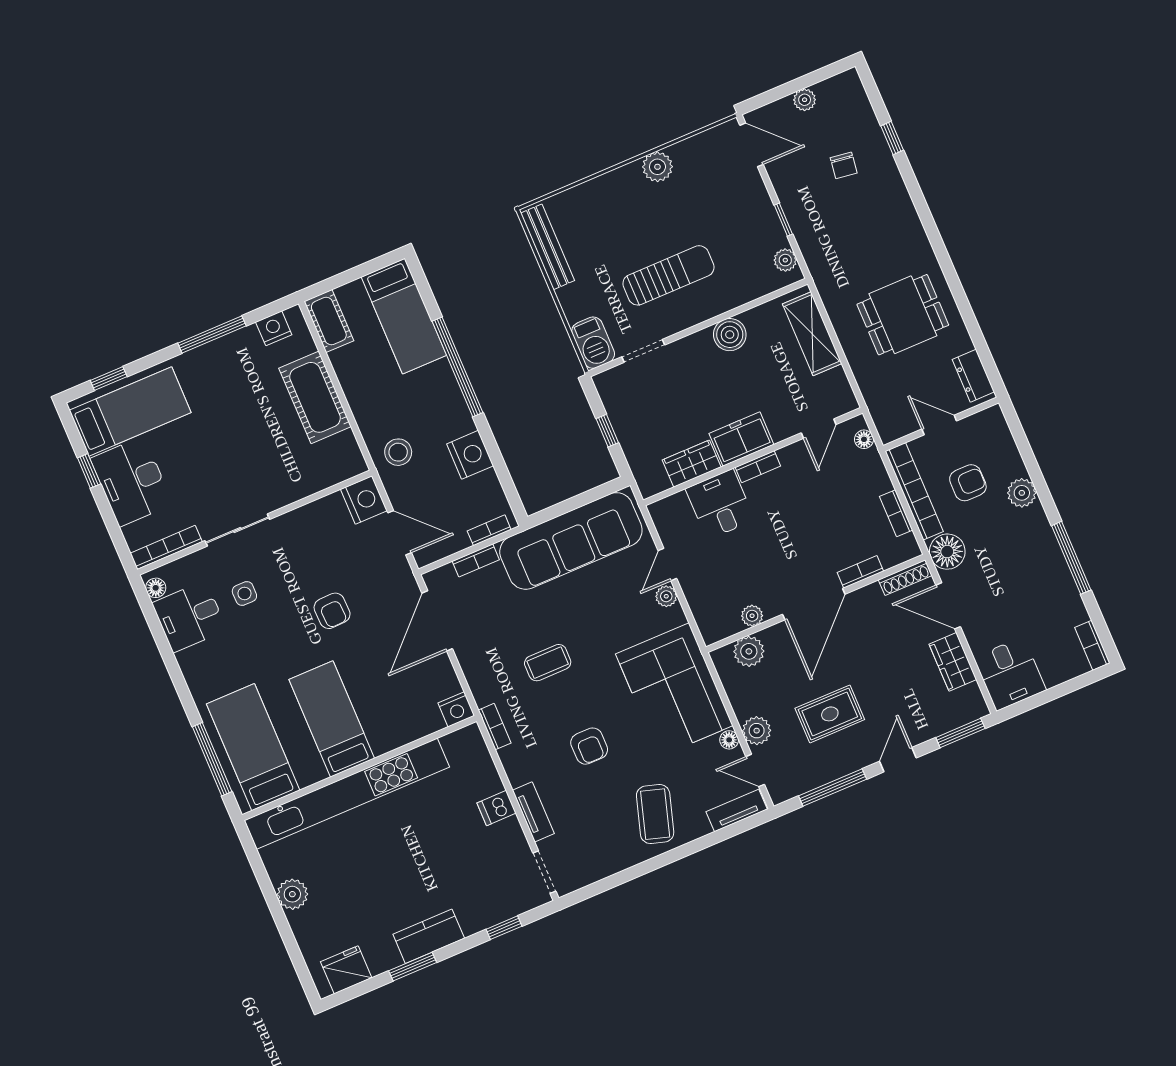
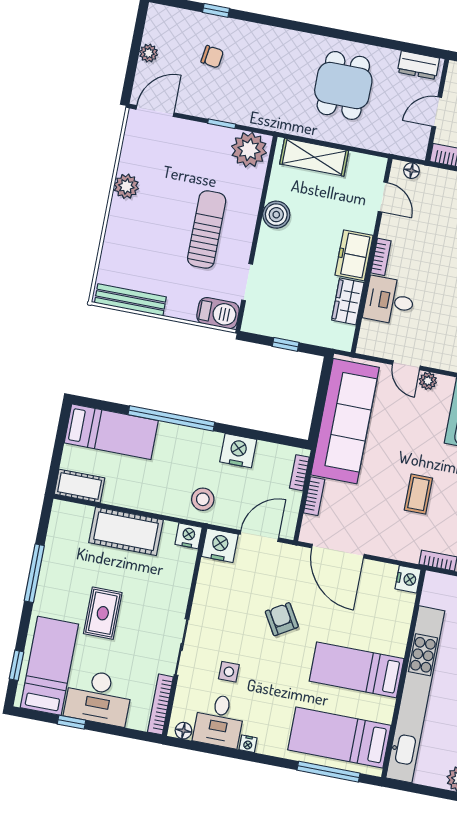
plant: (785, 260) -> (249, 150), width x1.88, depth x1.88
nightstand: (274, 328) -> (189, 536), moved, turned 90
rug: (218, 429) -> (103, 613), added
armchair: (332, 611) -> (282, 619), turned -119
nightstand: (186, 661) -> (248, 744), added

